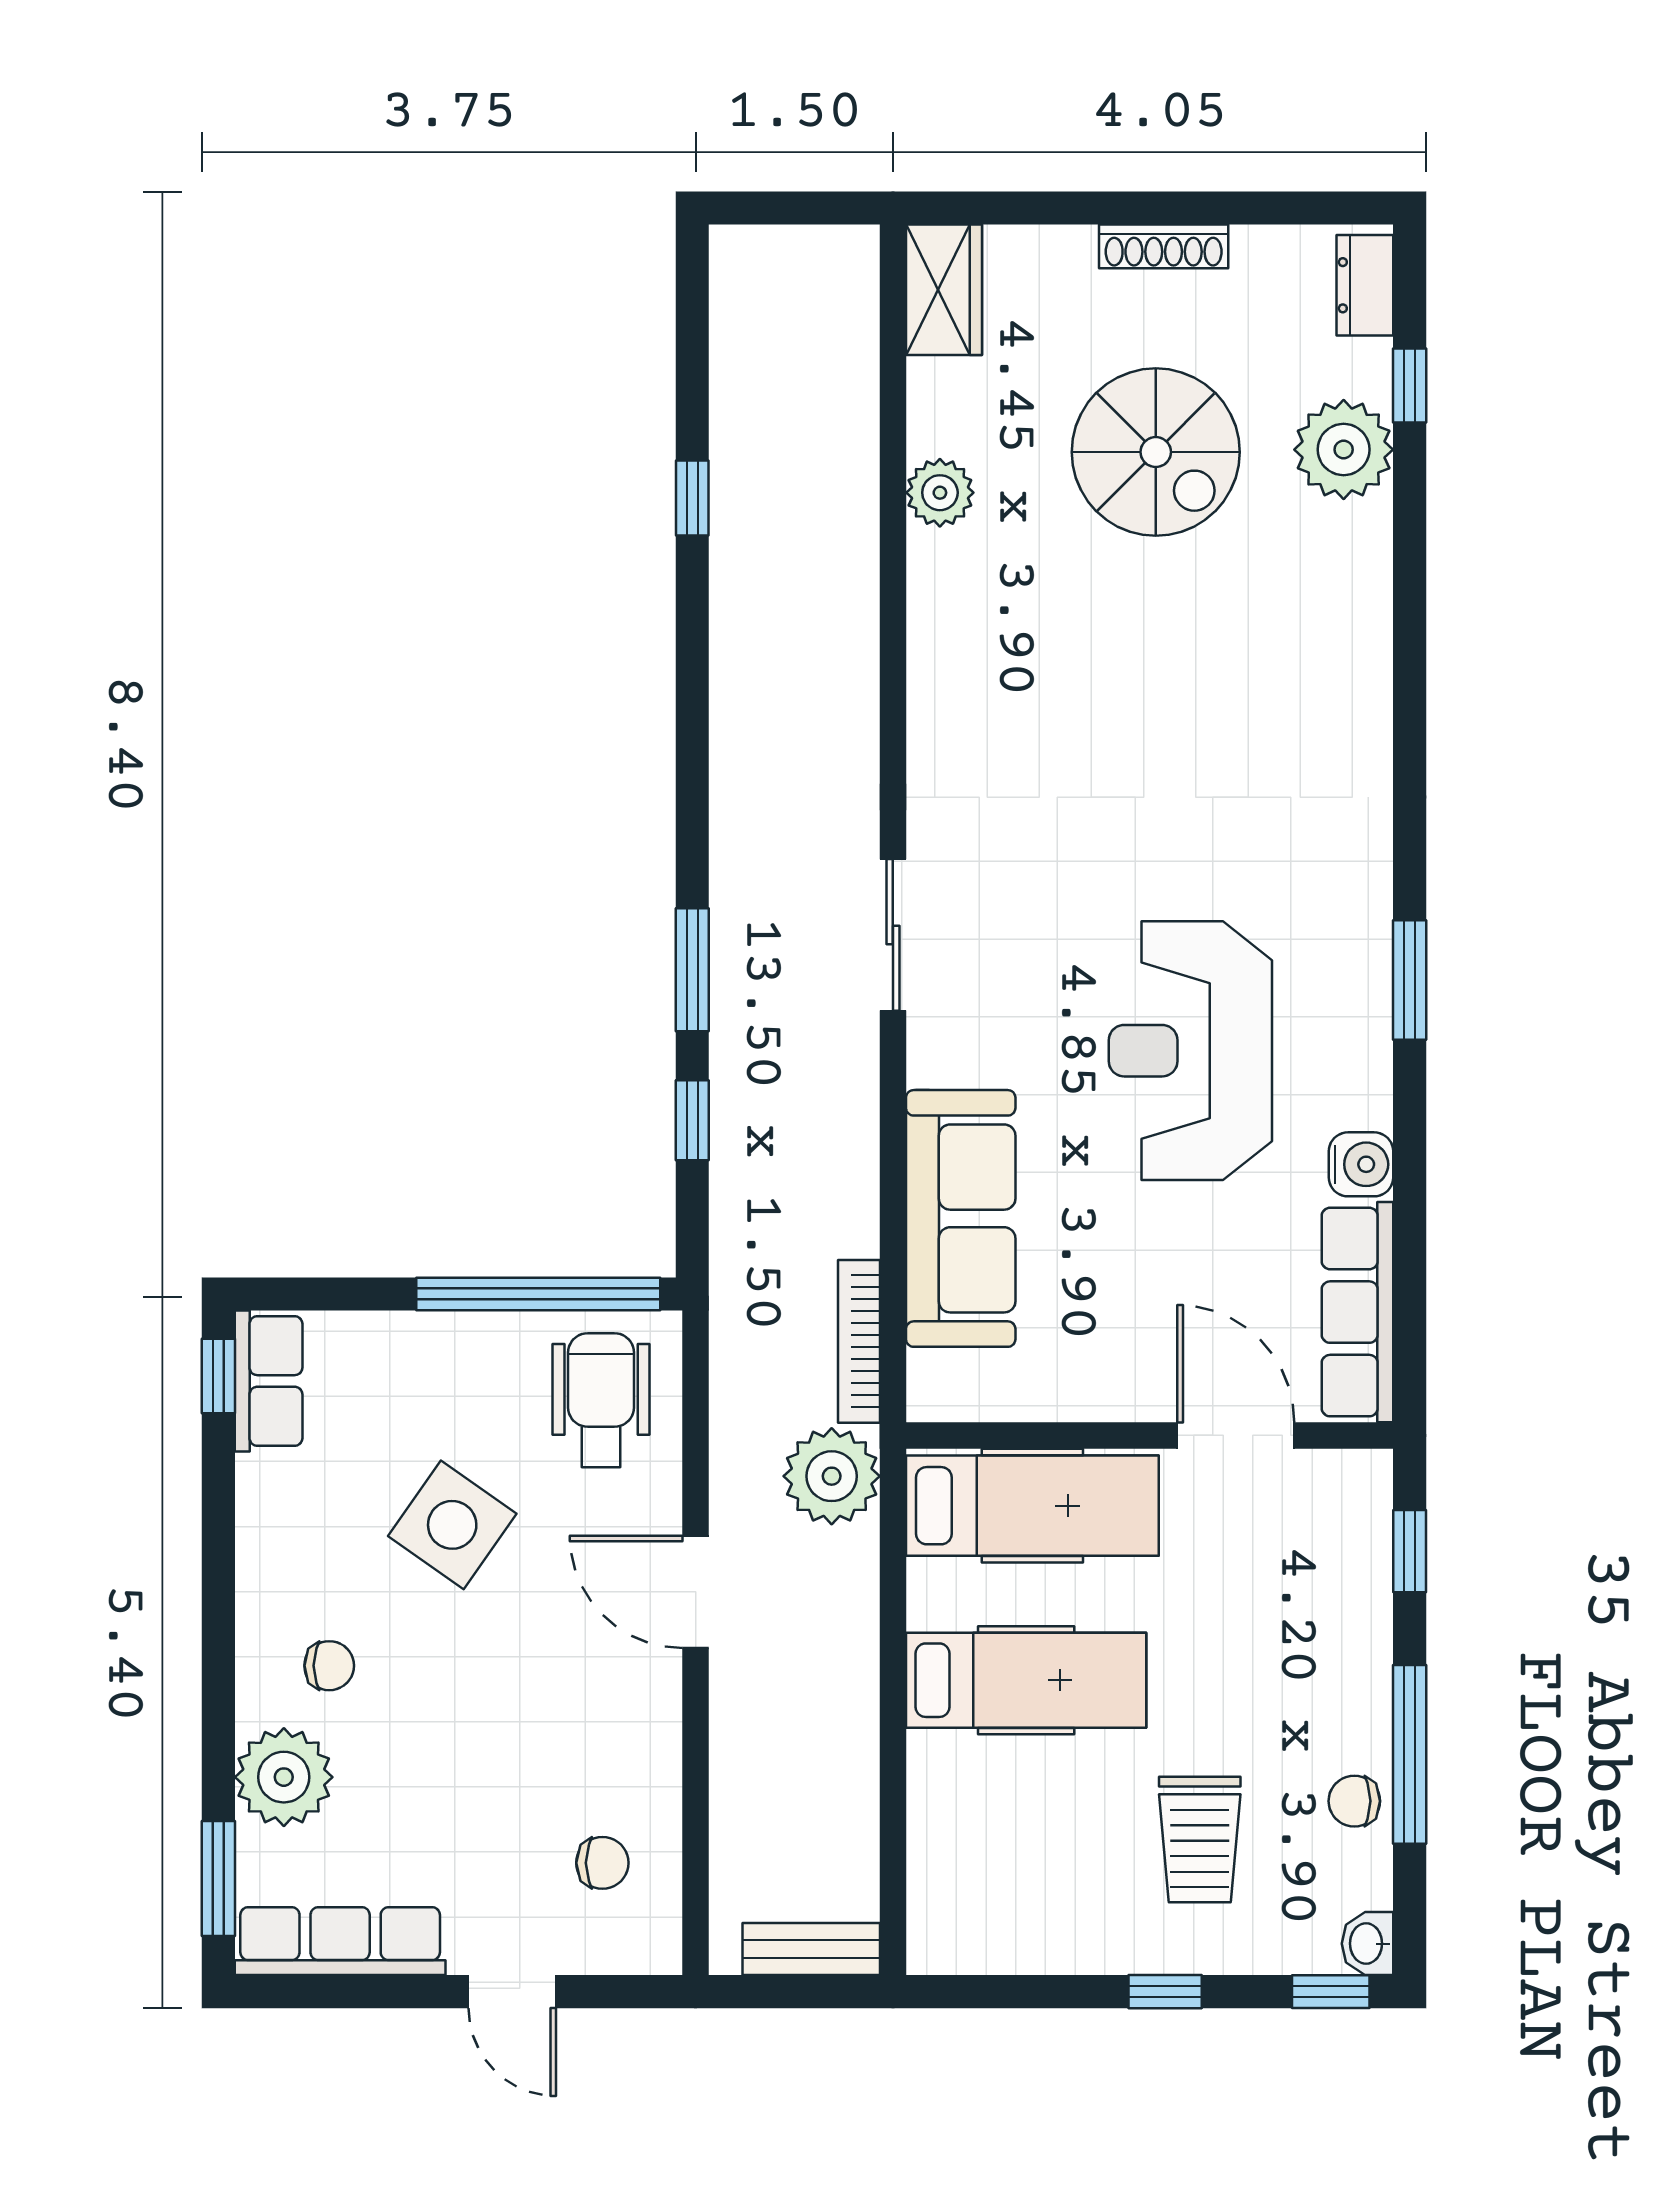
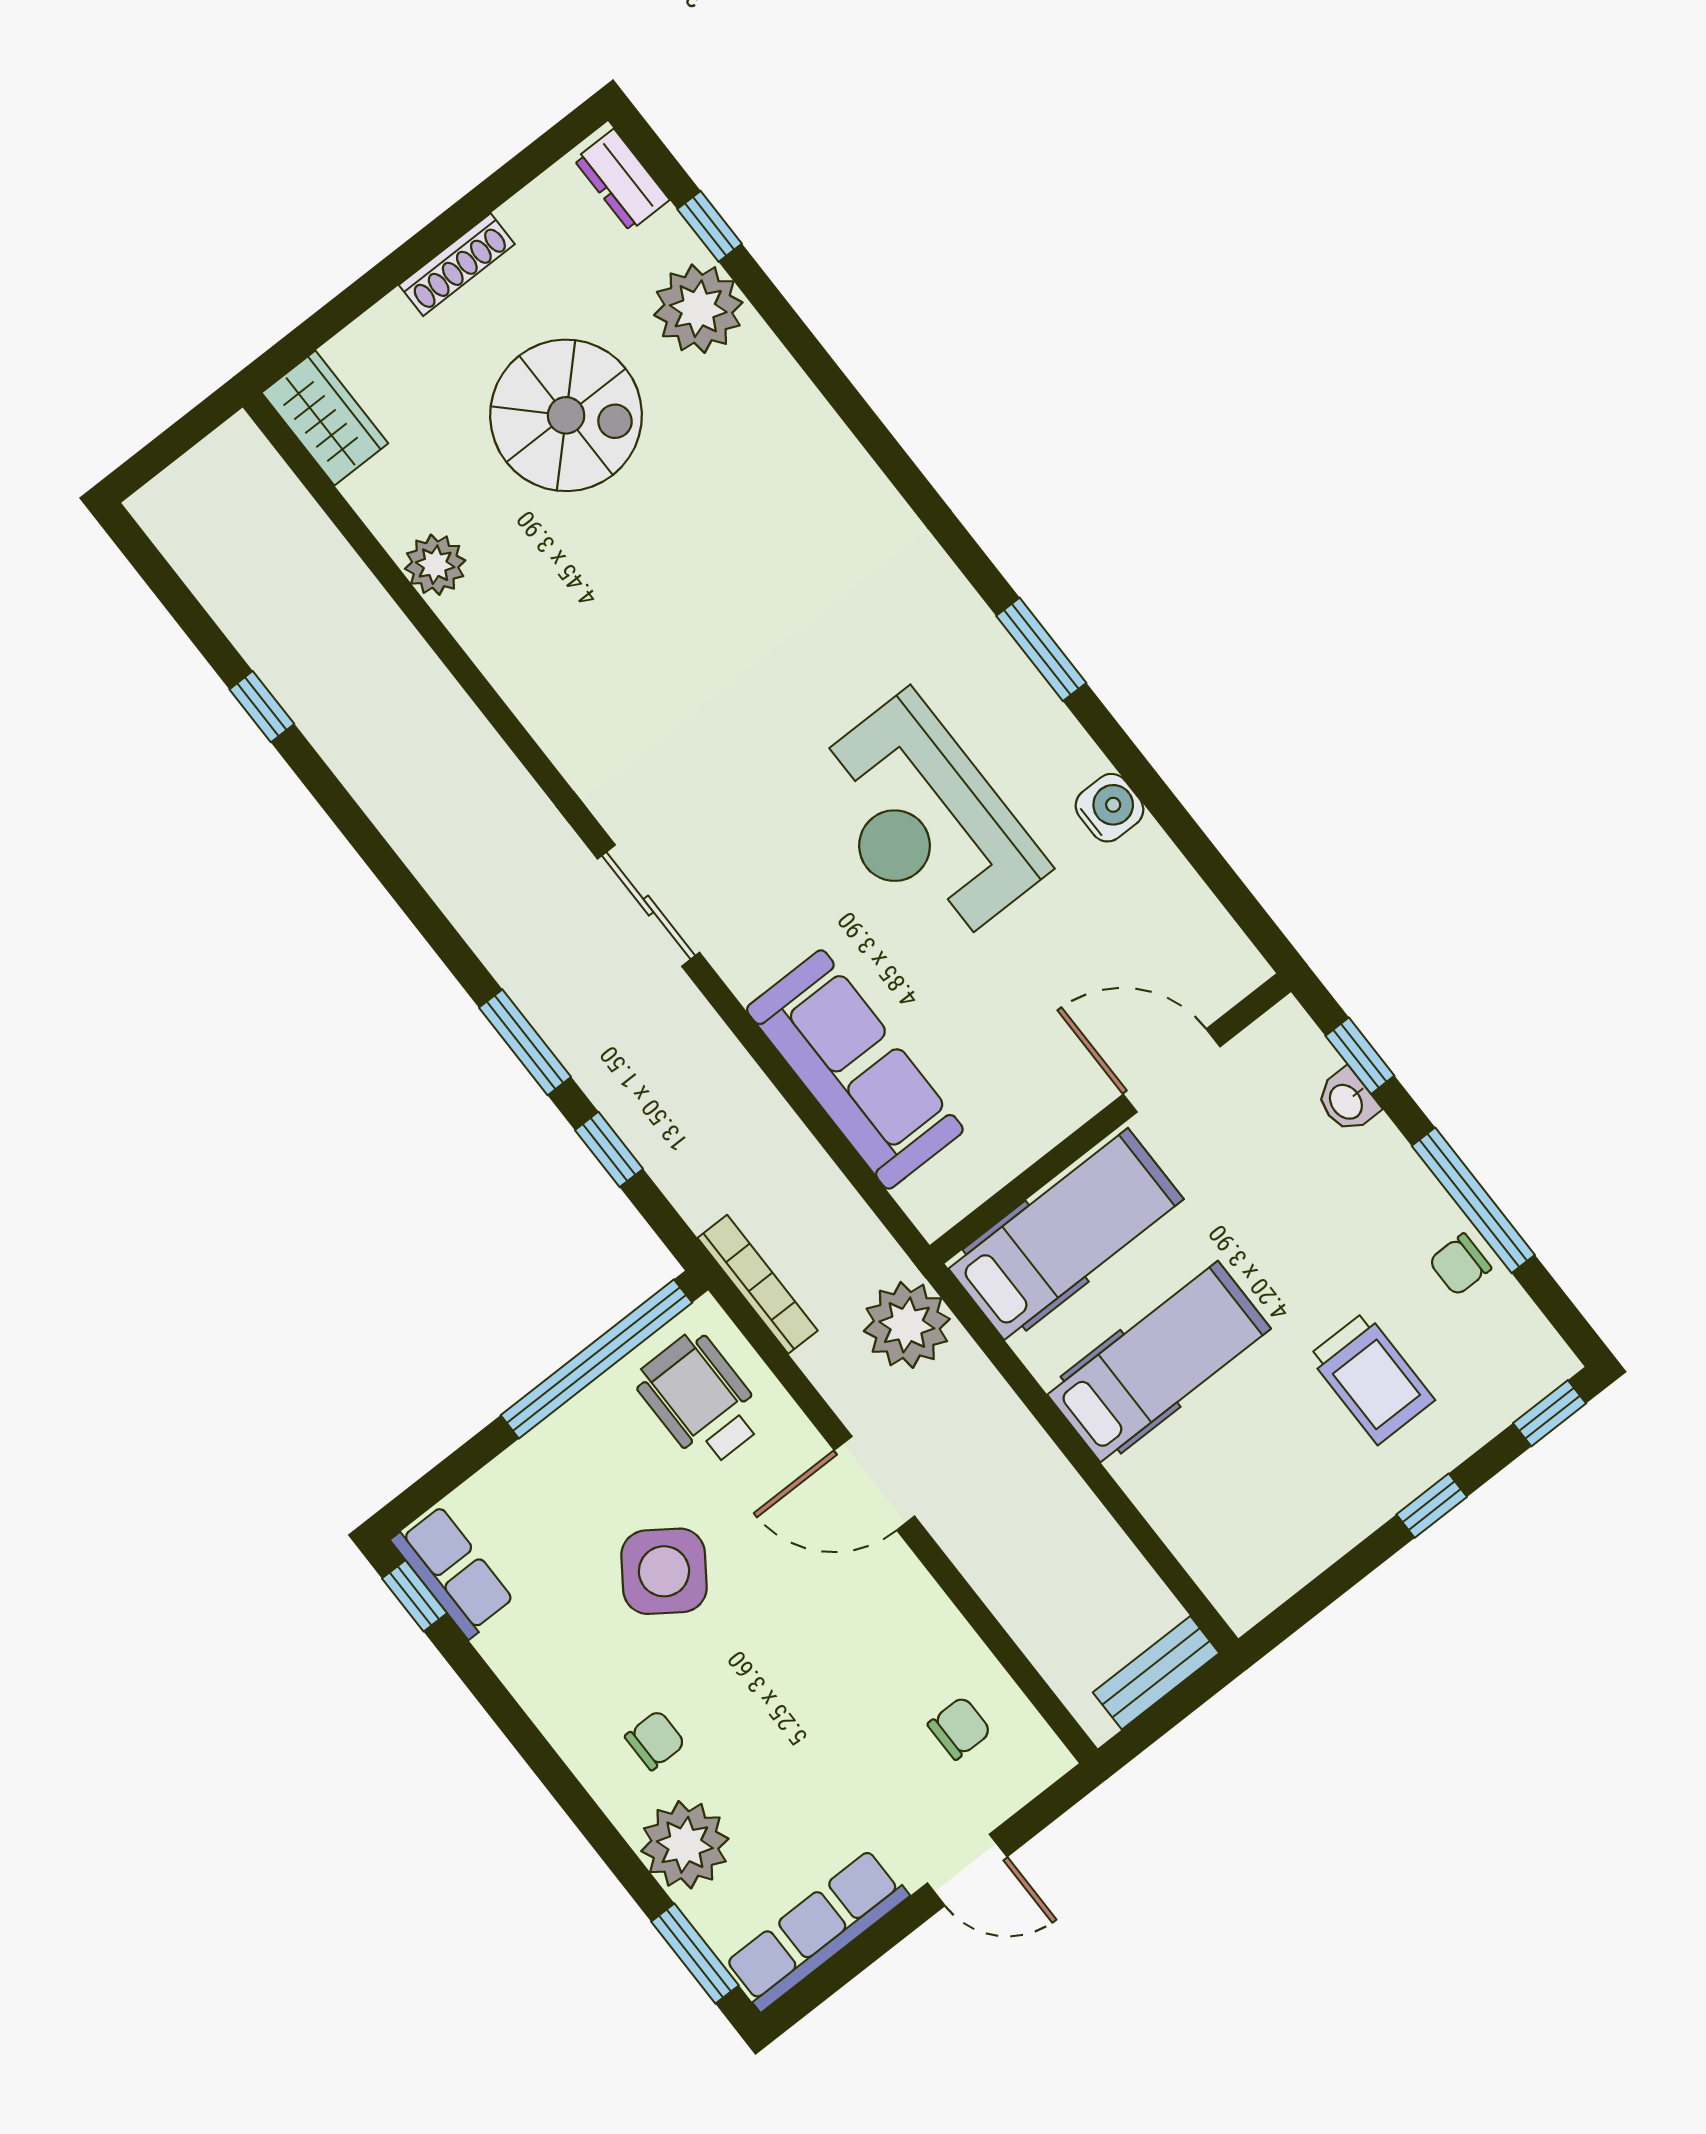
row of seats: (1357, 1312) -> (1189, 915), removed
bookcase: (859, 1341) -> (758, 1284), moved, turned 180
washbasin: (1368, 1944) -> (1347, 1101), moved

